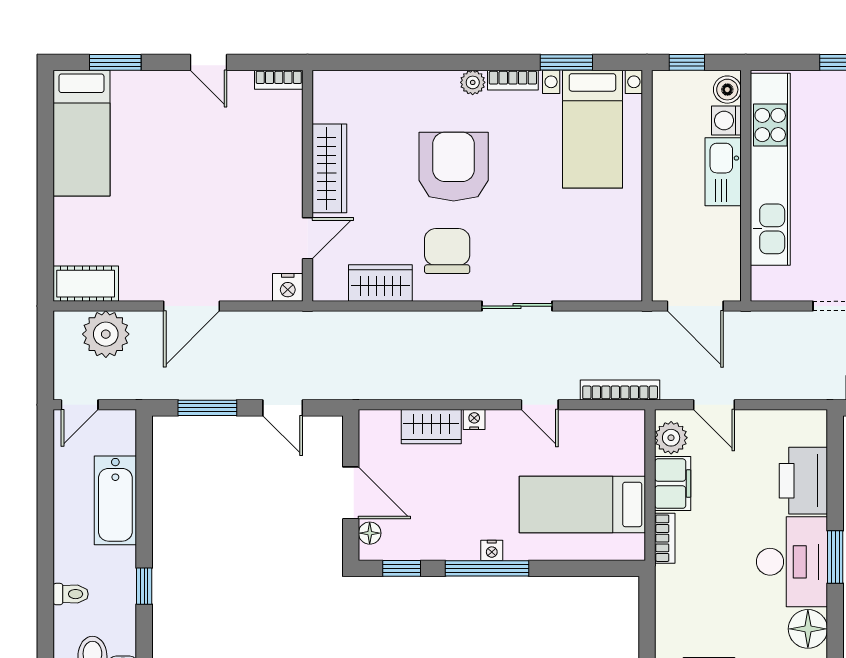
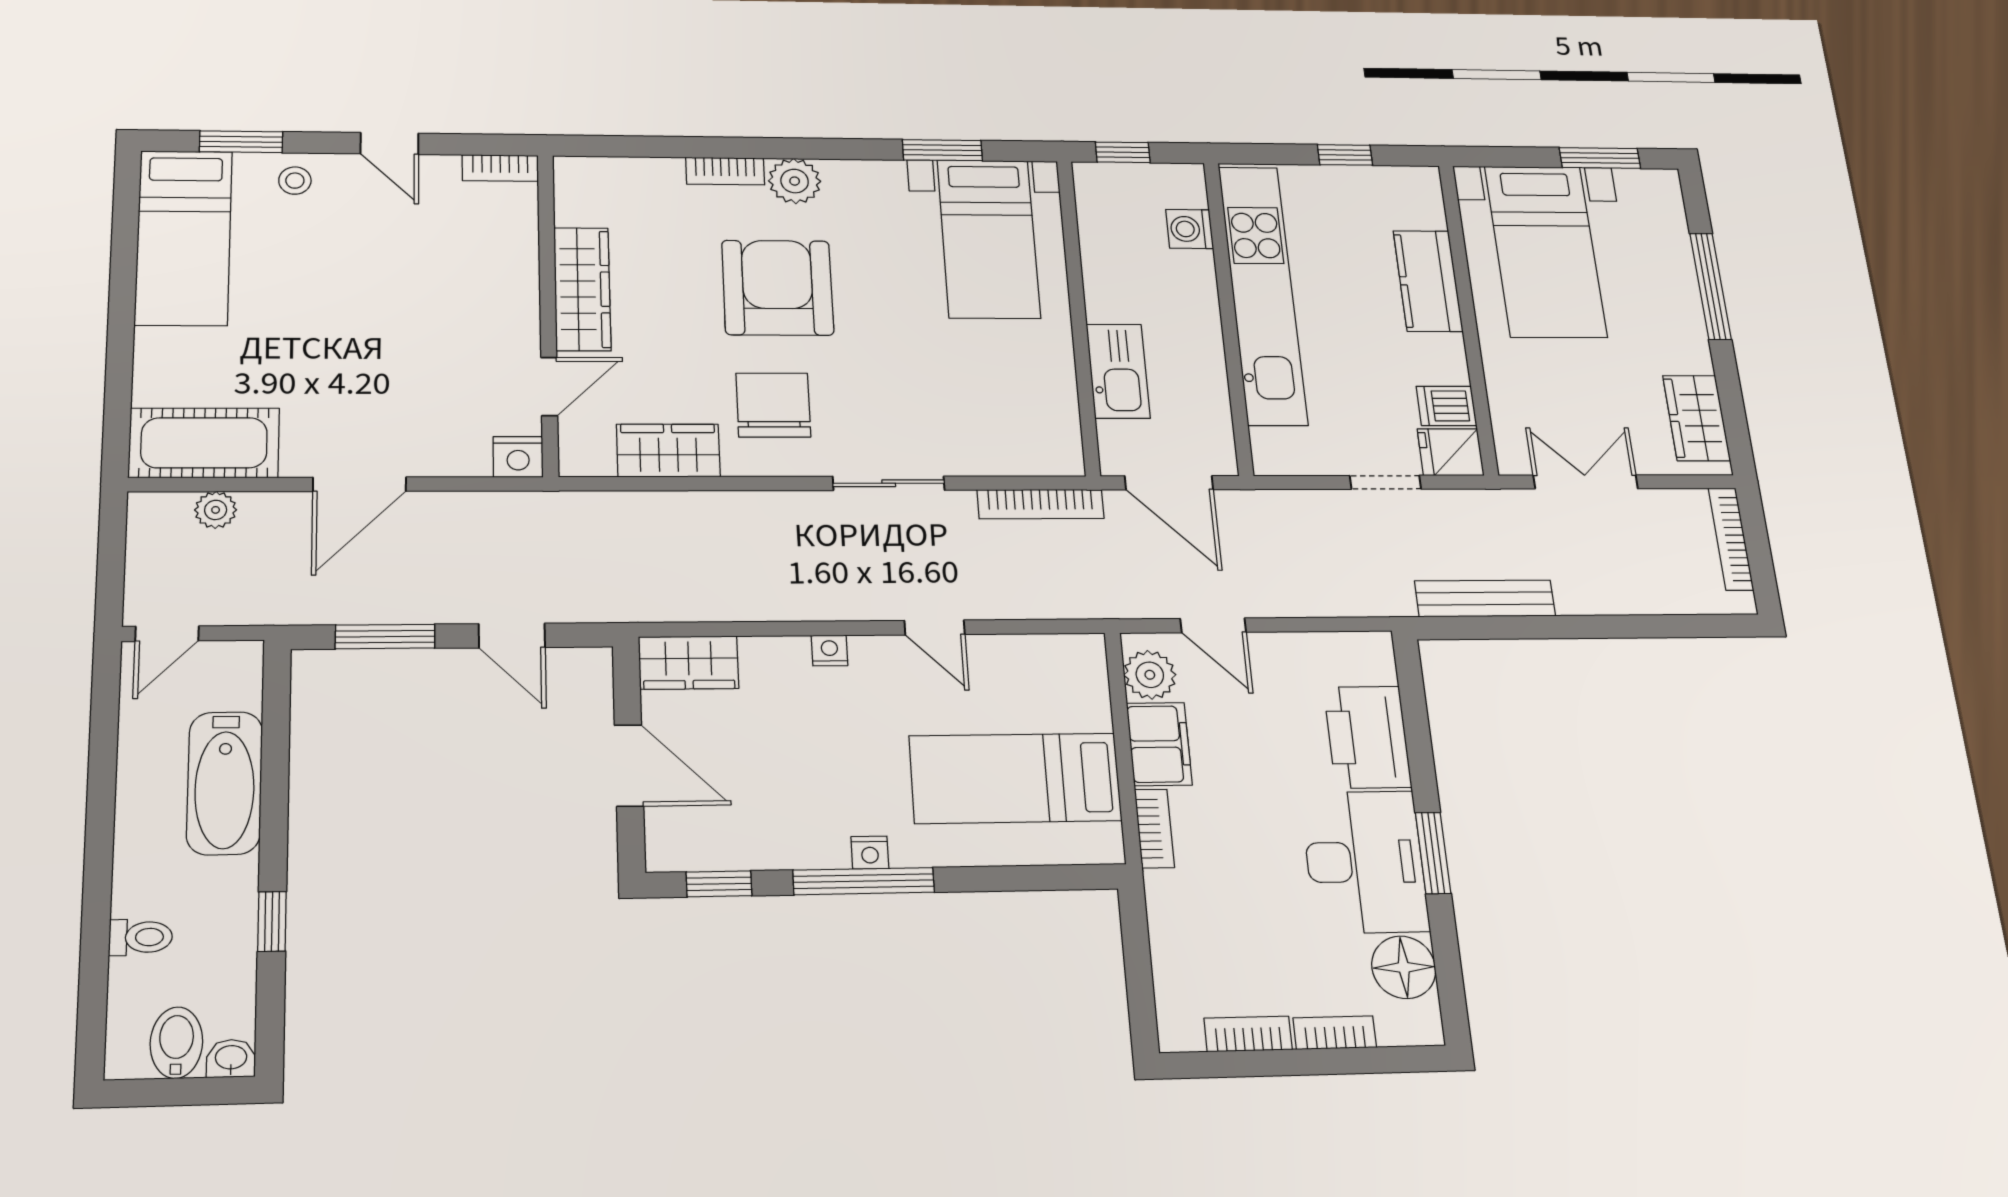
bookcase: (513, 80) -> (725, 171), moved
plant: (473, 82) -> (795, 181), width x1.38, depth x1.38
boiler: (727, 90) -> (1187, 188), removed
stool: (149, 91) -> (295, 181), added
kitchen sink: (723, 172) -> (1118, 371), moved, turned 180
cot: (86, 284) -> (204, 443), width x1.37, depth x1.34
plant: (106, 334) -> (216, 510), width x0.53, depth x0.53
bookcase: (620, 390) -> (1041, 504), moved, turned 180
wardrobe: (431, 427) -> (689, 663), moved
floor lamp: (370, 533) -> (663, 828), removed

